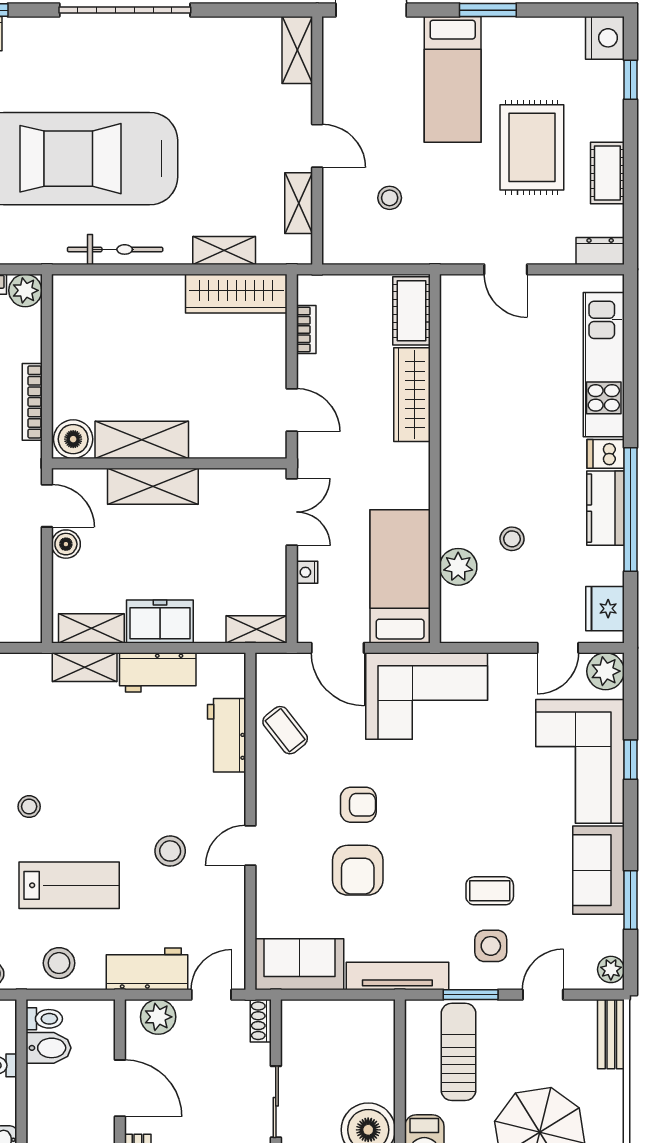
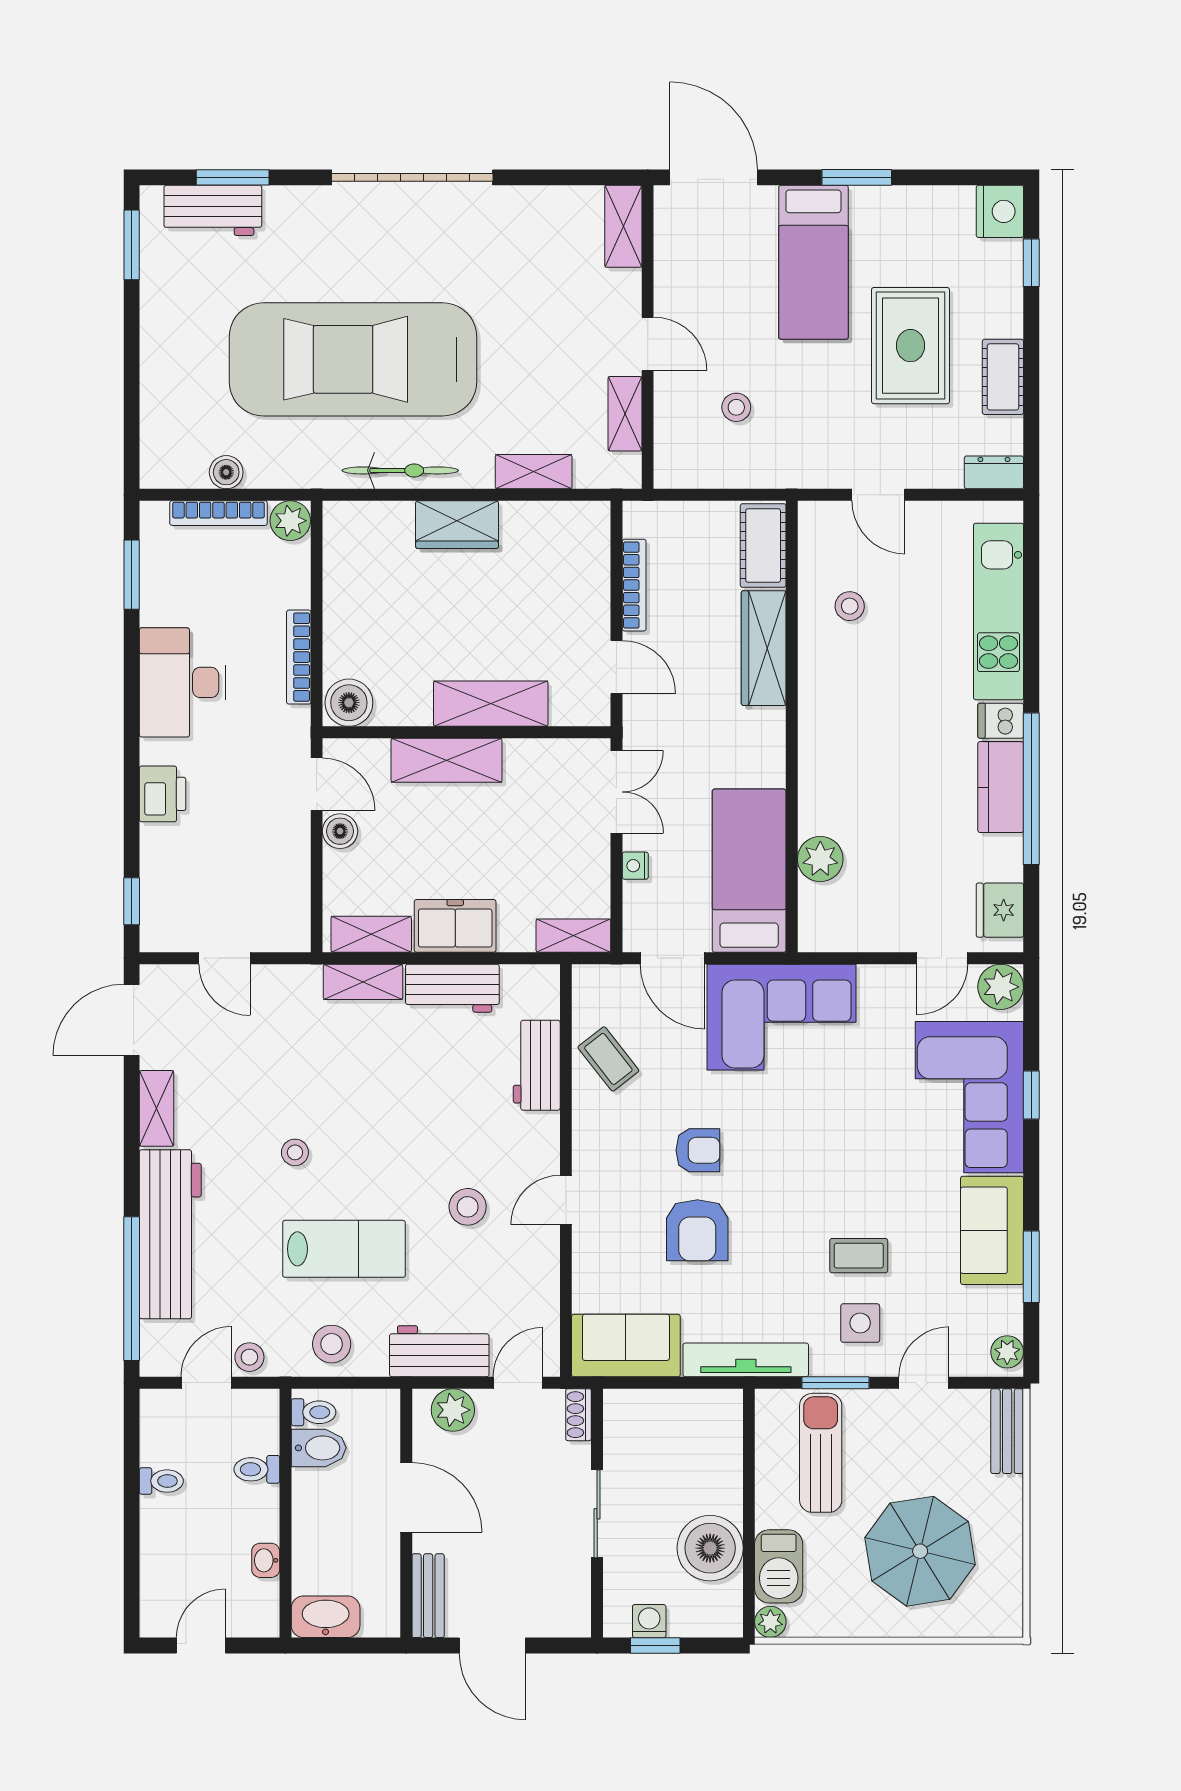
wardrobe: (236, 294) -> (457, 525), moved, width x0.67
bookcase: (306, 330) -> (634, 585), width x1.56
shelving: (142, 440) -> (491, 704), moved
stool: (512, 539) -> (850, 606), moved

